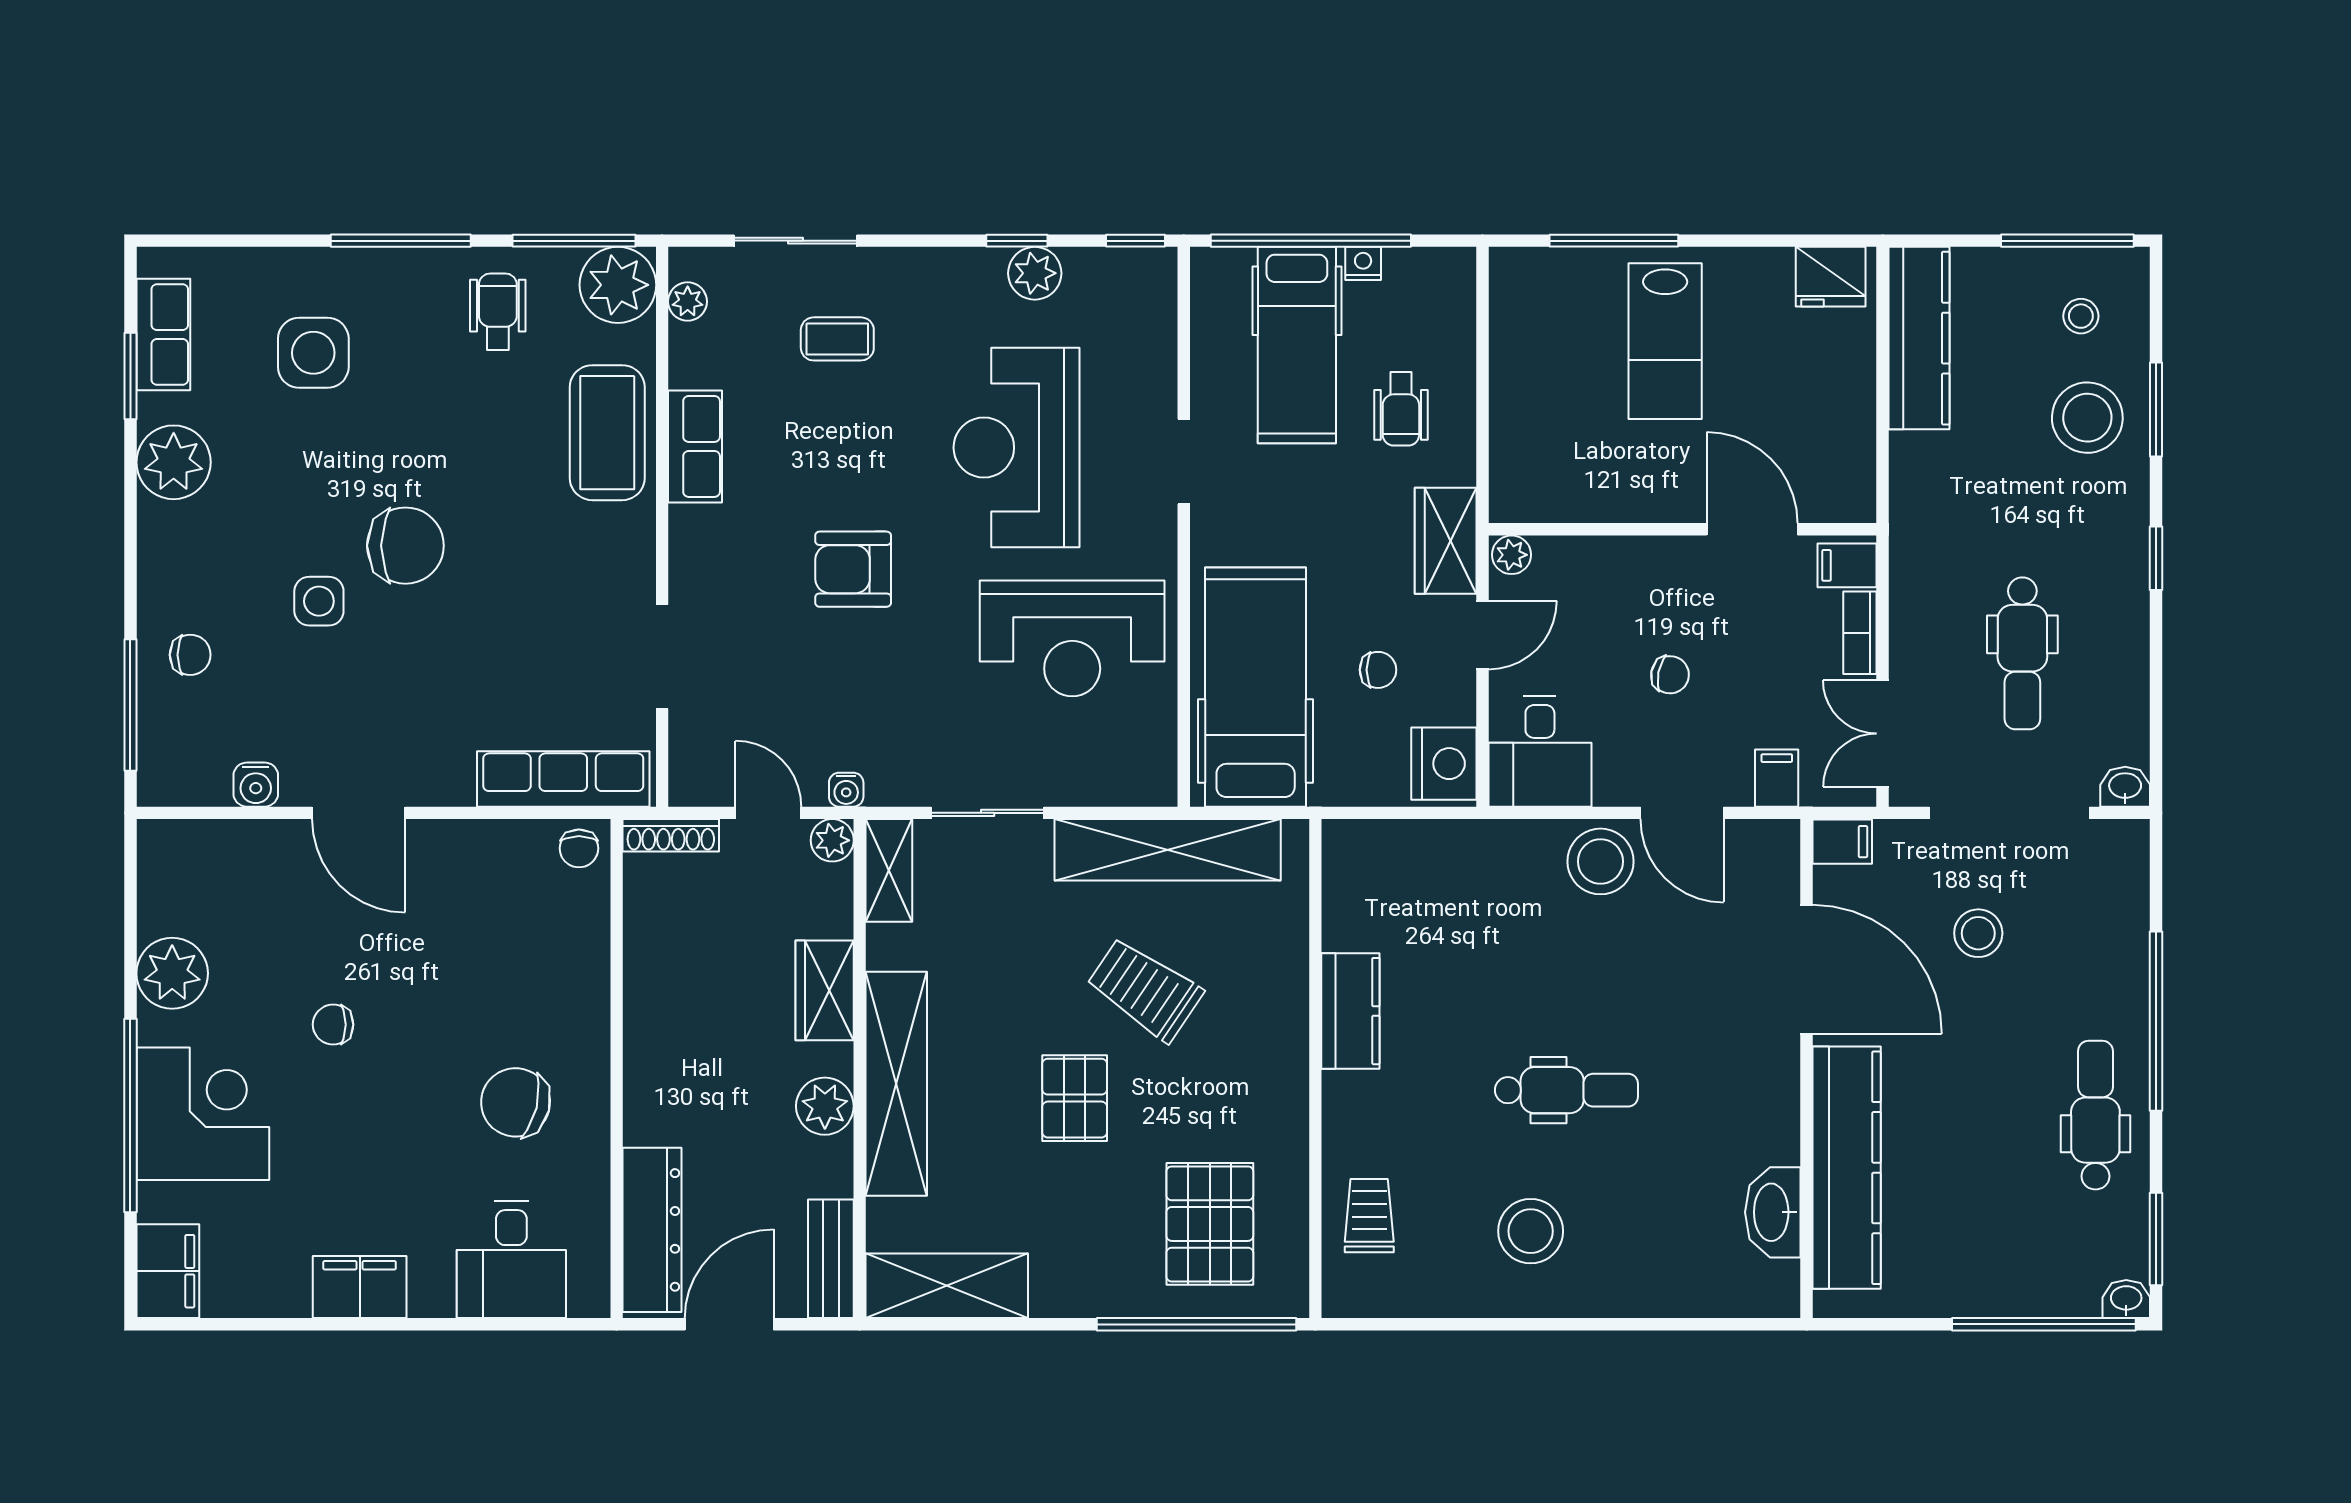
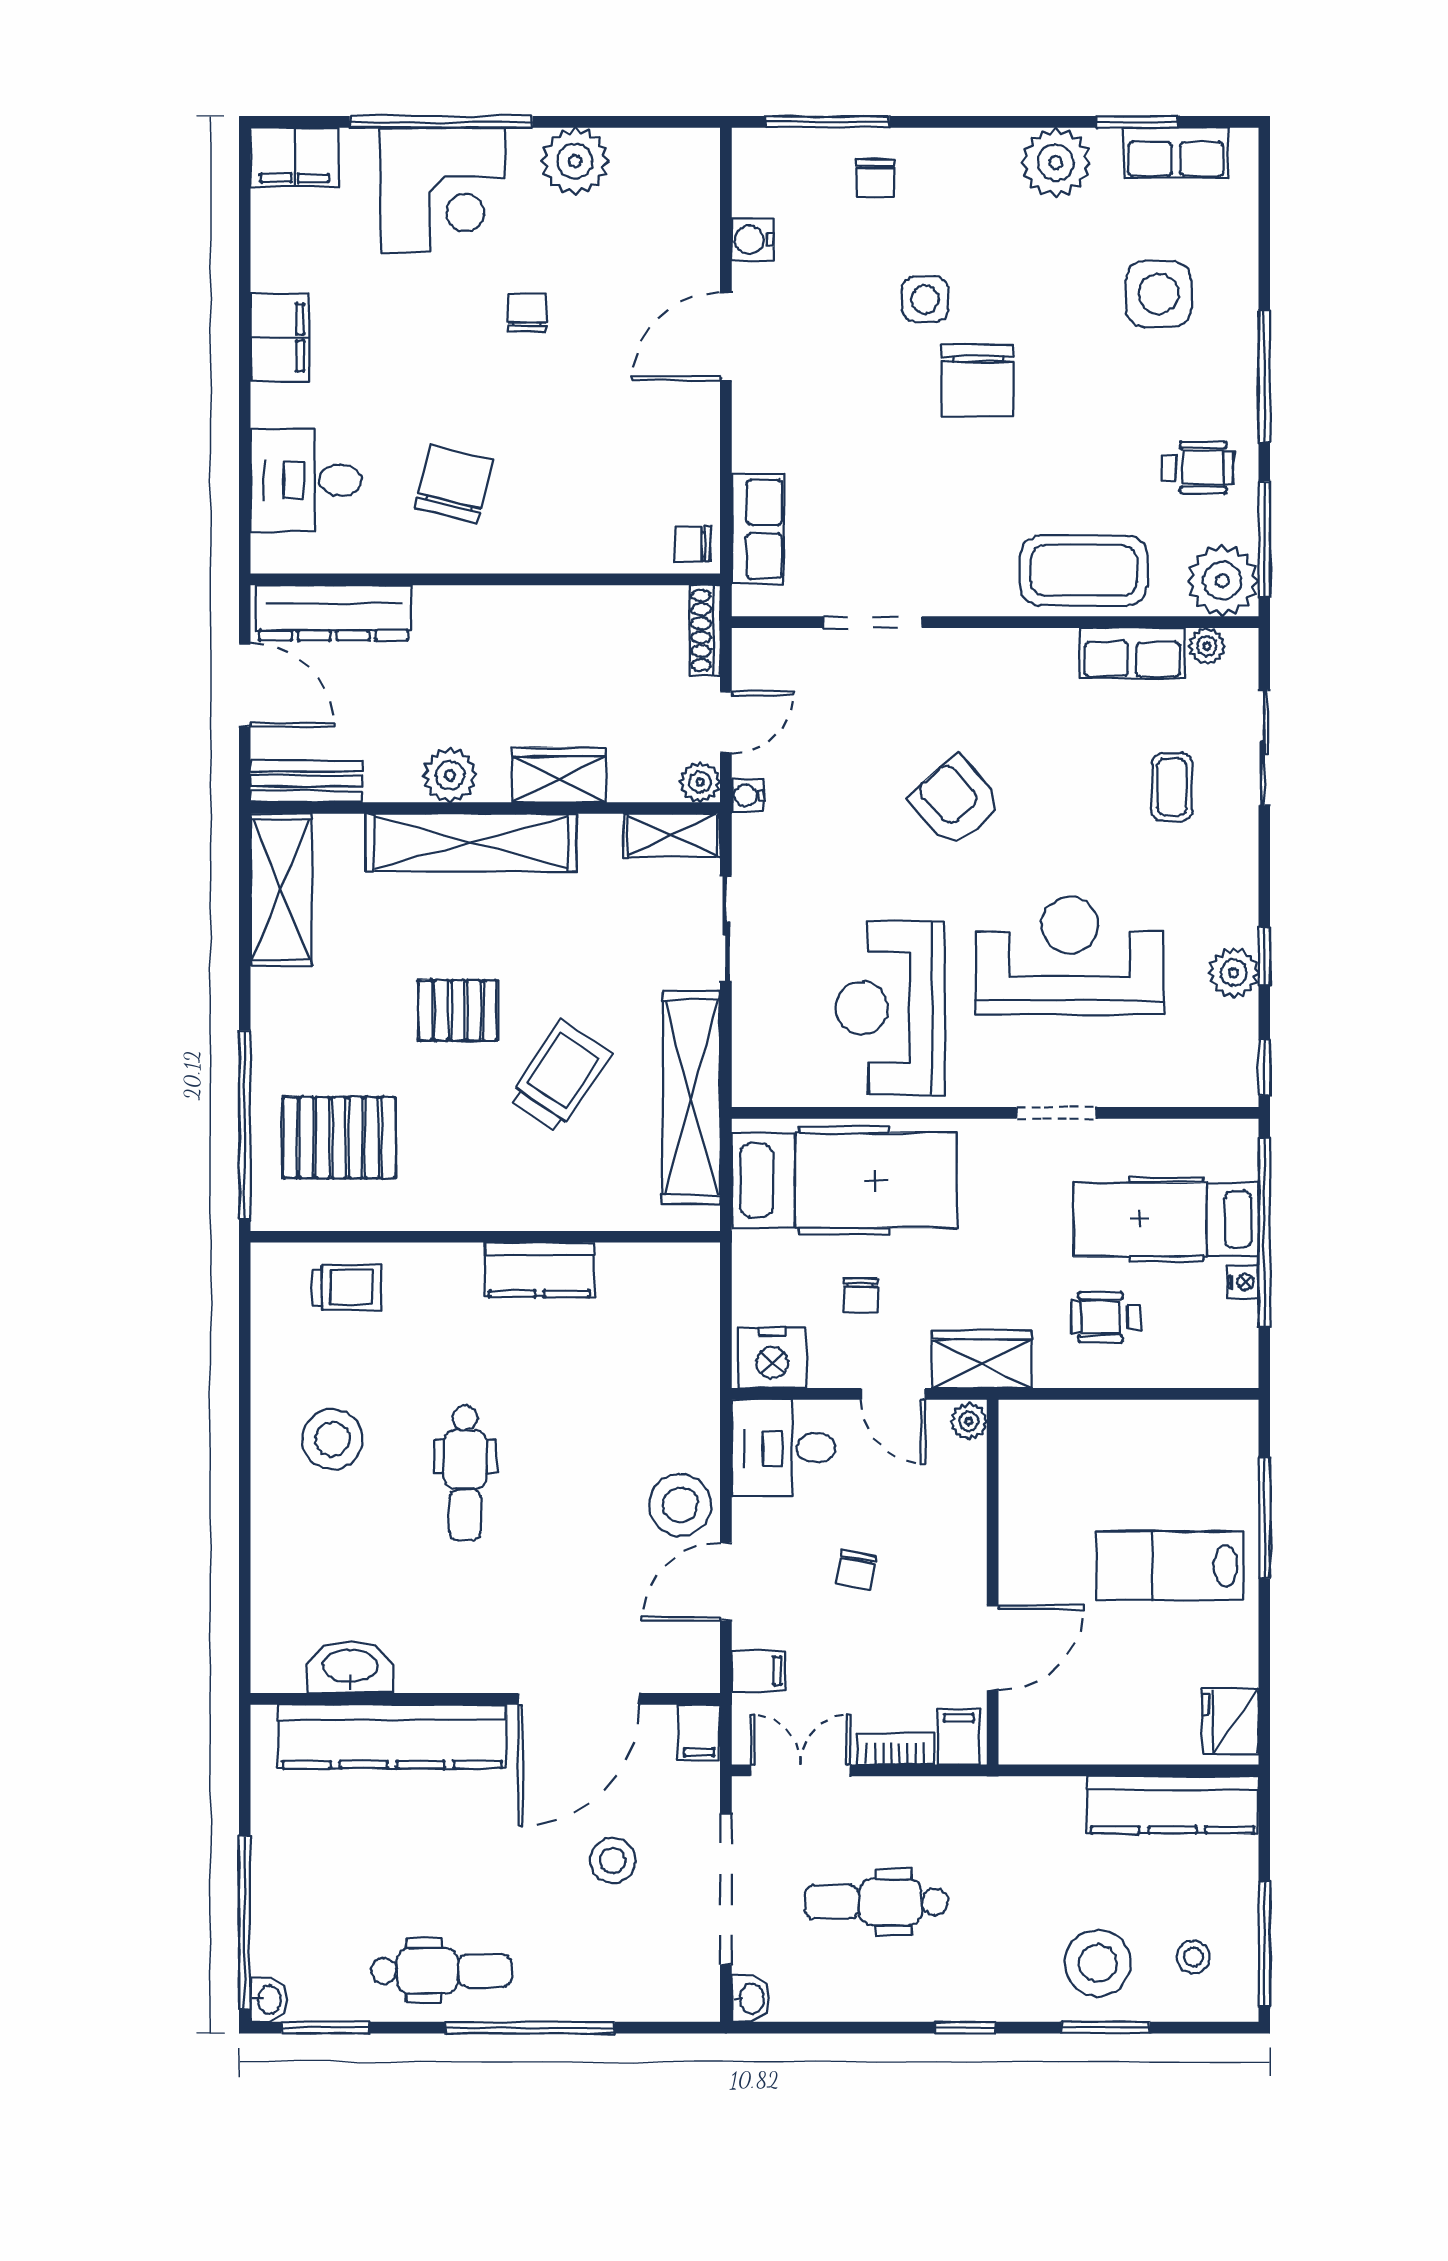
row of seats: (695, 446) -> (1132, 653), moved
armchair: (853, 569) -> (955, 802), turned -41
row of seats: (563, 779) -> (758, 529), width x0.68

